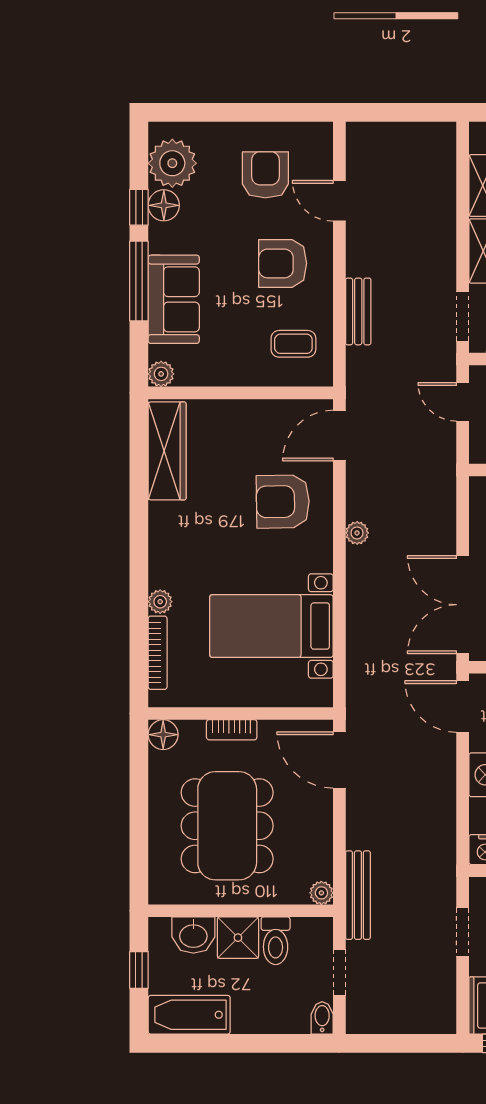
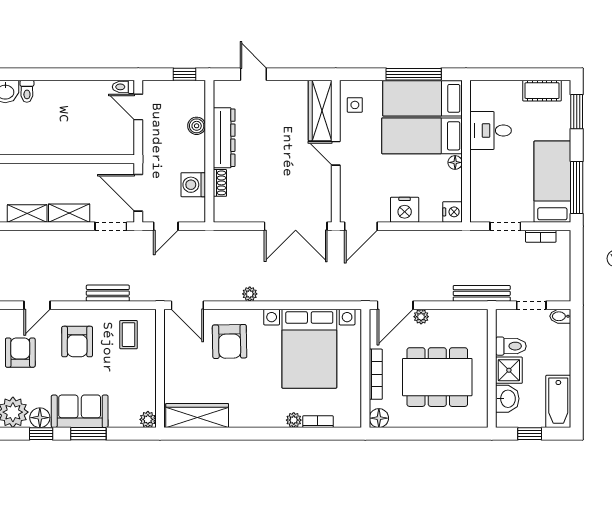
armchair: (265, 175) -> (20, 353), turned 90
window: (139, 281) -> (88, 434), width x0.69
sofa: (174, 299) -> (80, 411), moved
bed with nightstands: (271, 626) -> (309, 349), width x1.36
bookcase: (158, 653) -> (318, 422), width x0.64
bookcase: (232, 730) -> (376, 374), width x1.56
plant: (321, 893) -> (421, 317), moved
bookcase: (447, 987) -> (541, 236), added

